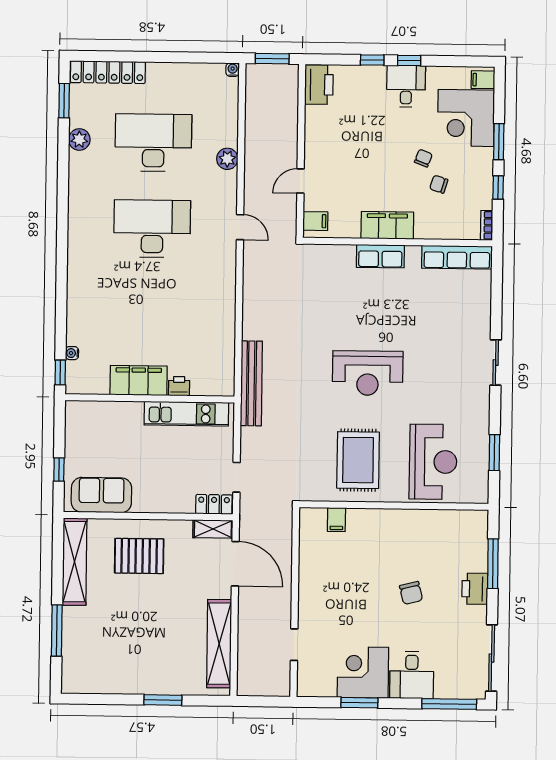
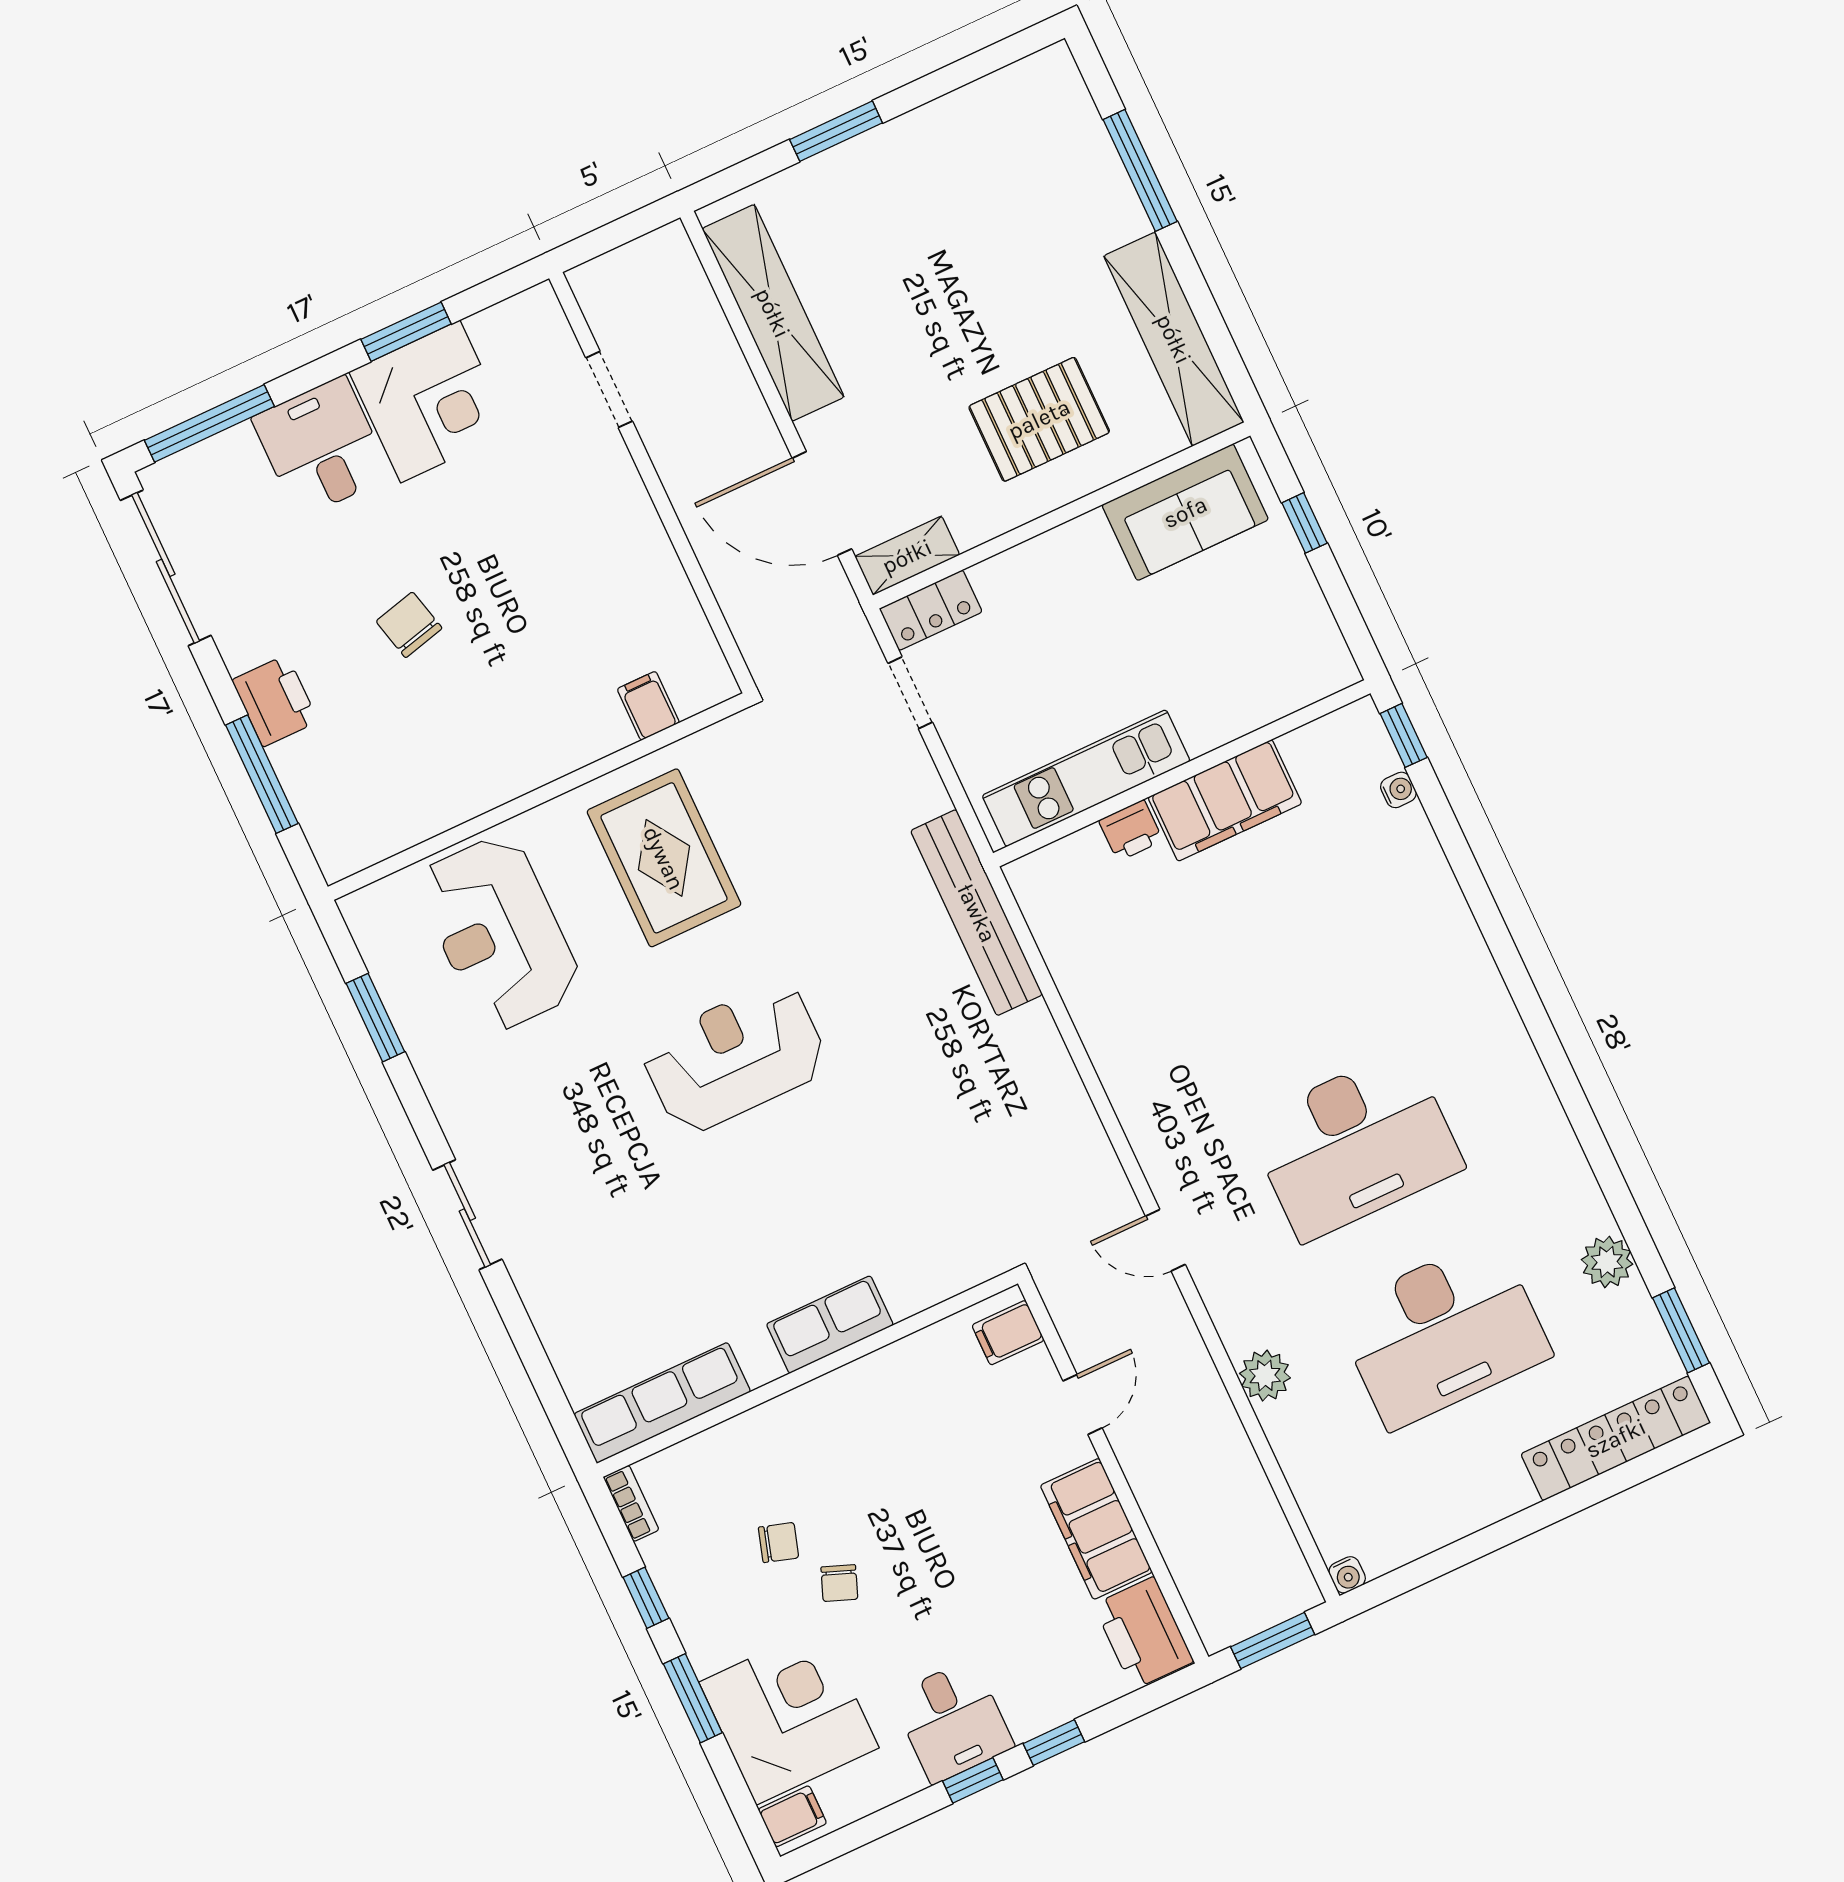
filing cabinet: (387, 225) -> (1096, 1529), moved, turned 90

